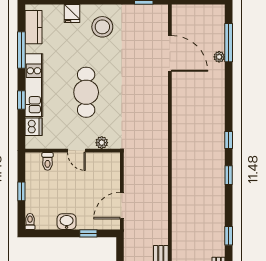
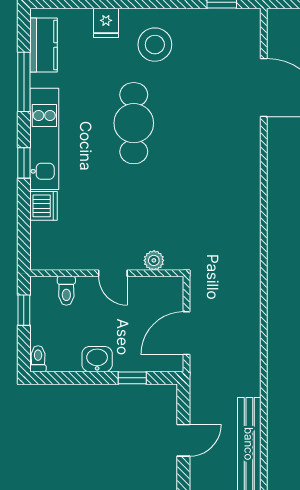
cafe table: (86, 92) -> (134, 123), moved
plant: (102, 143) -> (154, 260), moved
wall: (73, 151) -> (107, 273), moved
door: (76, 151) -> (113, 273), moved
toilet: (48, 161) -> (66, 291), moved

